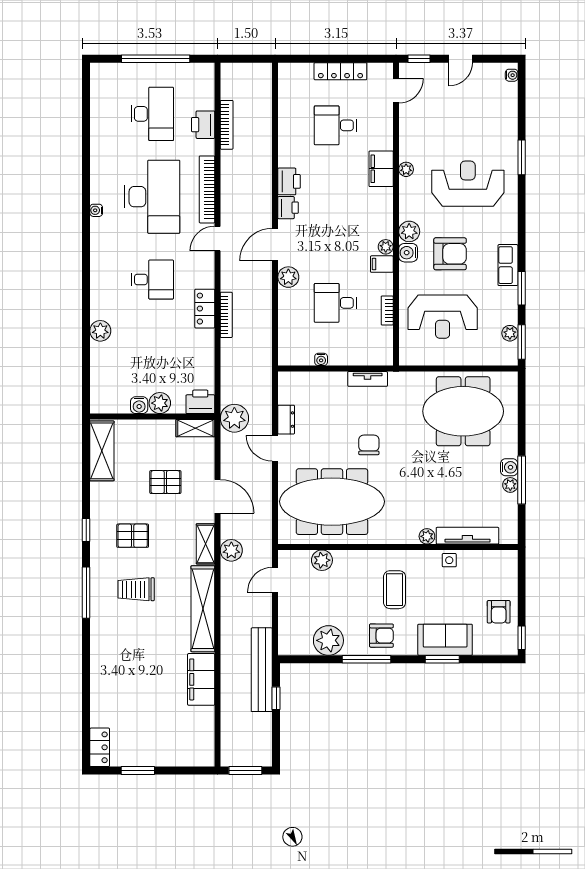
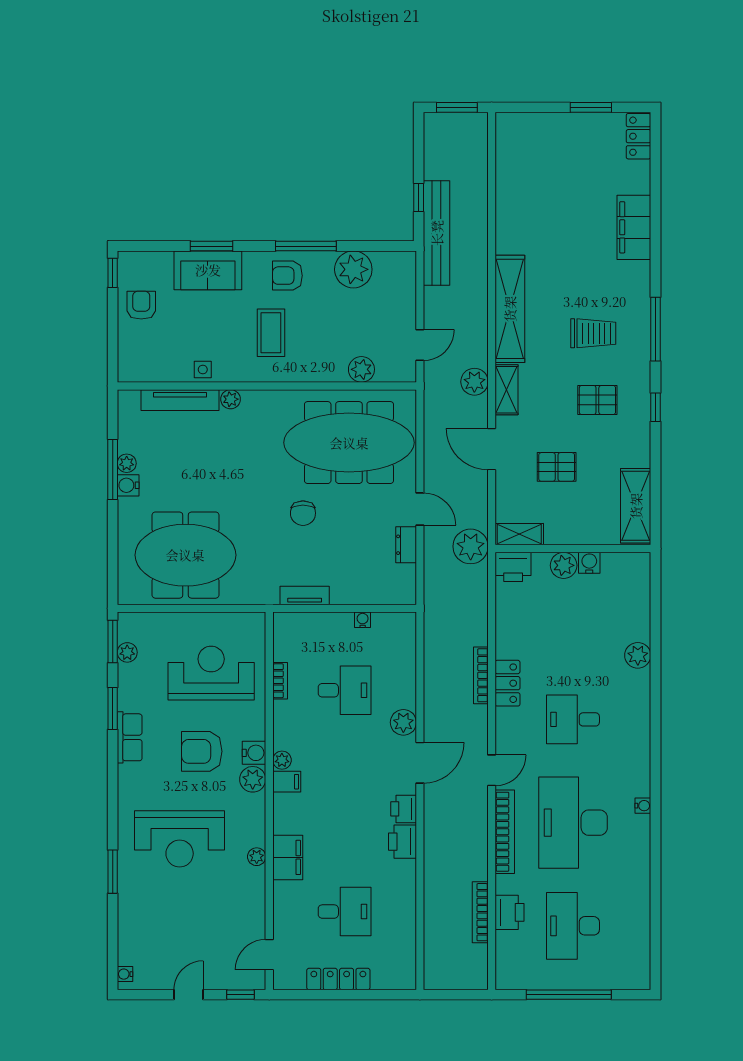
filing cabinet: (382, 264) -> (287, 782), moved
filing cabinet: (201, 679) -> (634, 227), moved, turned 180

